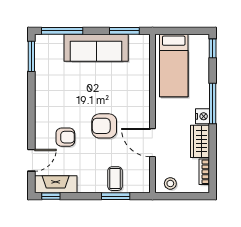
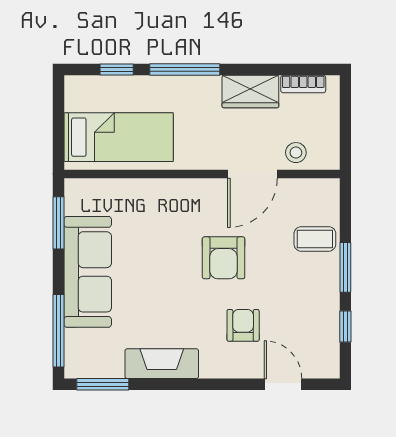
window: (213, 48) -> (117, 70), moved
nightstand: (202, 116) -> (207, 87), removed
stool: (170, 183) -> (296, 153), moved
fireplace: (56, 184) -> (162, 364), moved, turned 90
window: (51, 196) -> (345, 326), moved
window: (116, 196) -> (345, 267), moved

